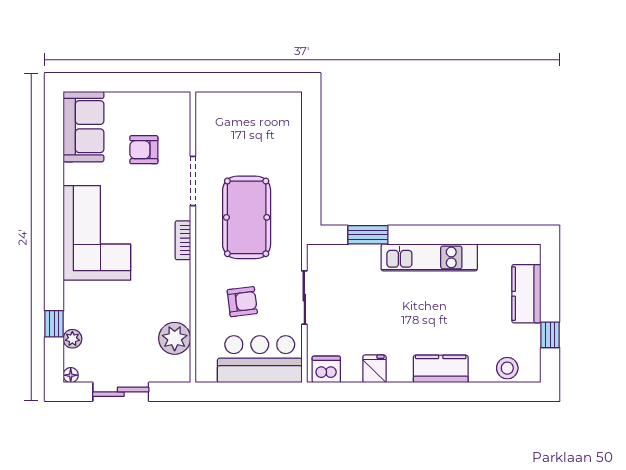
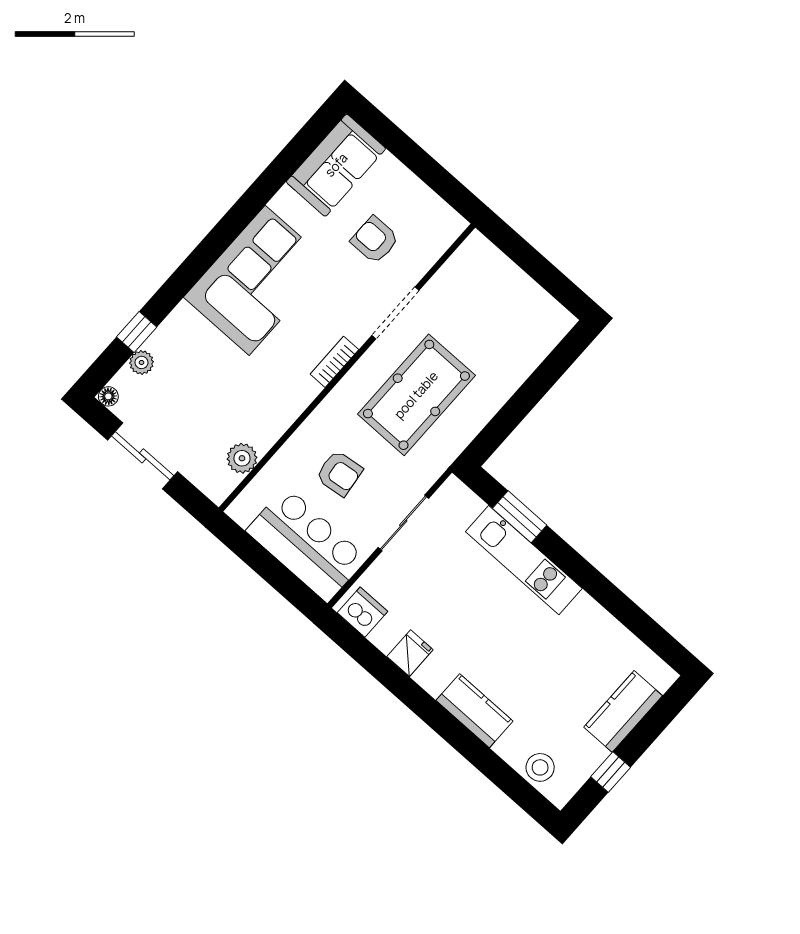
kitchen unit: (429, 257) -> (524, 560), moved
plant: (175, 338) -> (242, 458), width x0.73, depth x0.73

